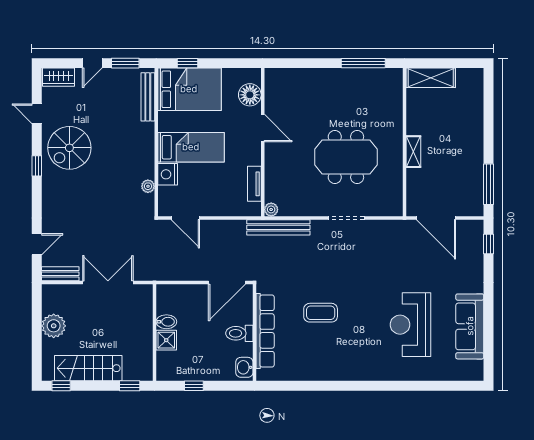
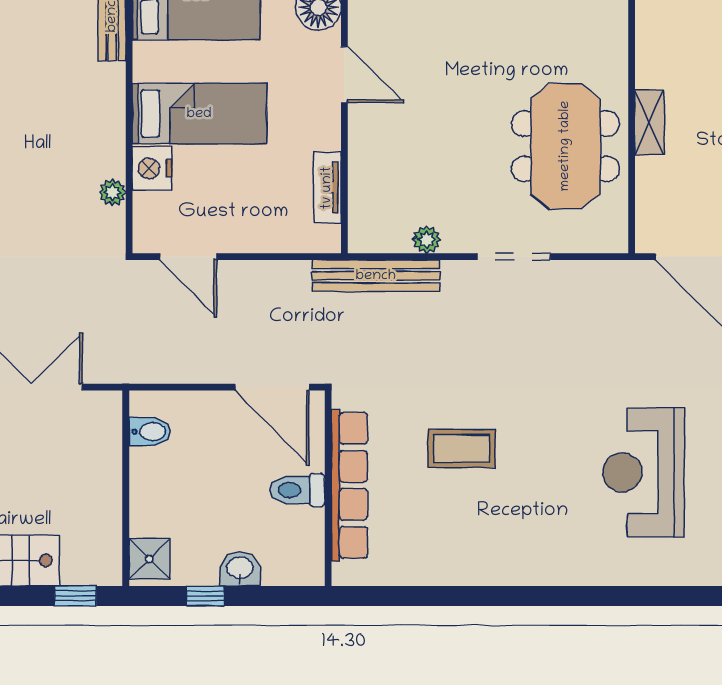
meeting table: (346, 157) -> (565, 146), moved, turned 90
plant: (271, 209) -> (427, 239), moved
door: (227, 282) -> (272, 387), hinge flipped
bidet: (166, 322) -> (150, 432), moved
shower: (166, 340) -> (149, 559), moved
washbasin: (244, 367) -> (240, 569), moved, turned 90

